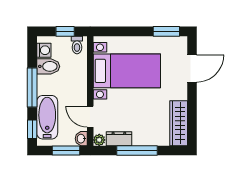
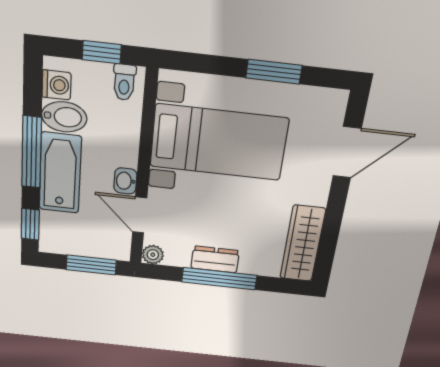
window: (166, 31) -> (274, 72), moved
bathtub: (47, 117) -> (60, 173), moved
washbasin: (81, 139) -> (125, 181), moved
dresser: (119, 139) -> (215, 259), moved

